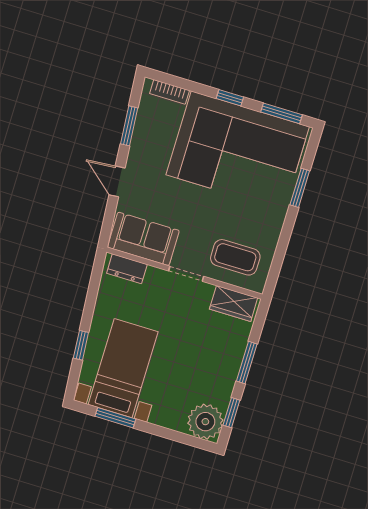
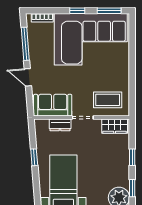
window: (129, 126) -> (25, 44), width x1.44
window: (300, 188) -> (132, 50), removed
dresser: (127, 269) -> (60, 125), moved
window: (81, 345) -> (34, 157), moved
window: (247, 362) -> (132, 157), width x0.67

